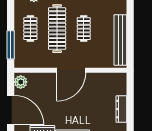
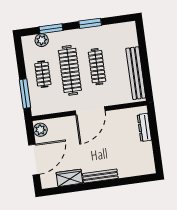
clothes rail: (84, 29) -> (97, 67), width x1.36
dresser: (121, 109) -> (144, 127), moved
door: (11, 110) -> (34, 160), hinge flipped

